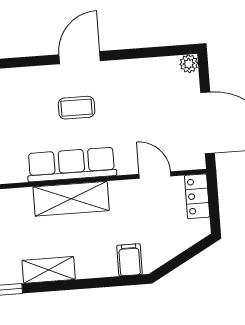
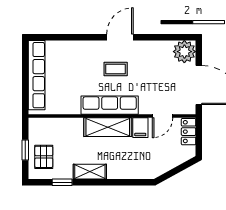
plant: (189, 64) -> (184, 52), width x1.88, depth x1.88
door: (155, 175) -> (163, 116), swing flipped
filing cabinet: (130, 260) -> (140, 128), moved, turned 180

